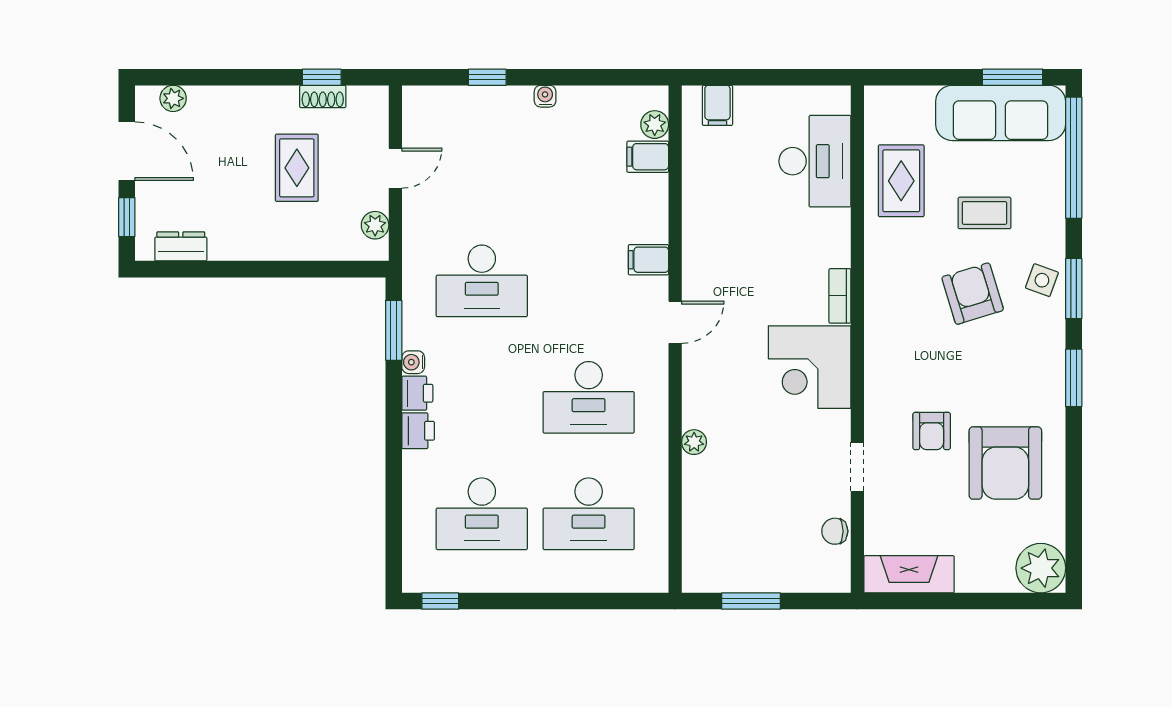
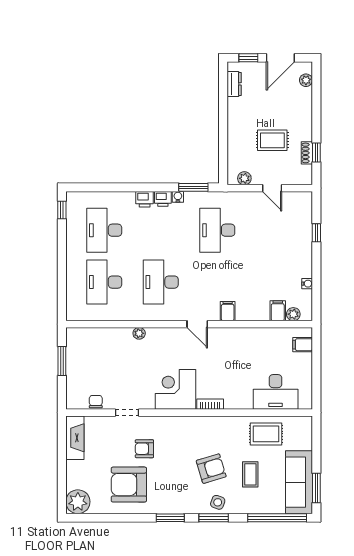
water cooler: (545, 96) -> (307, 284), moved

